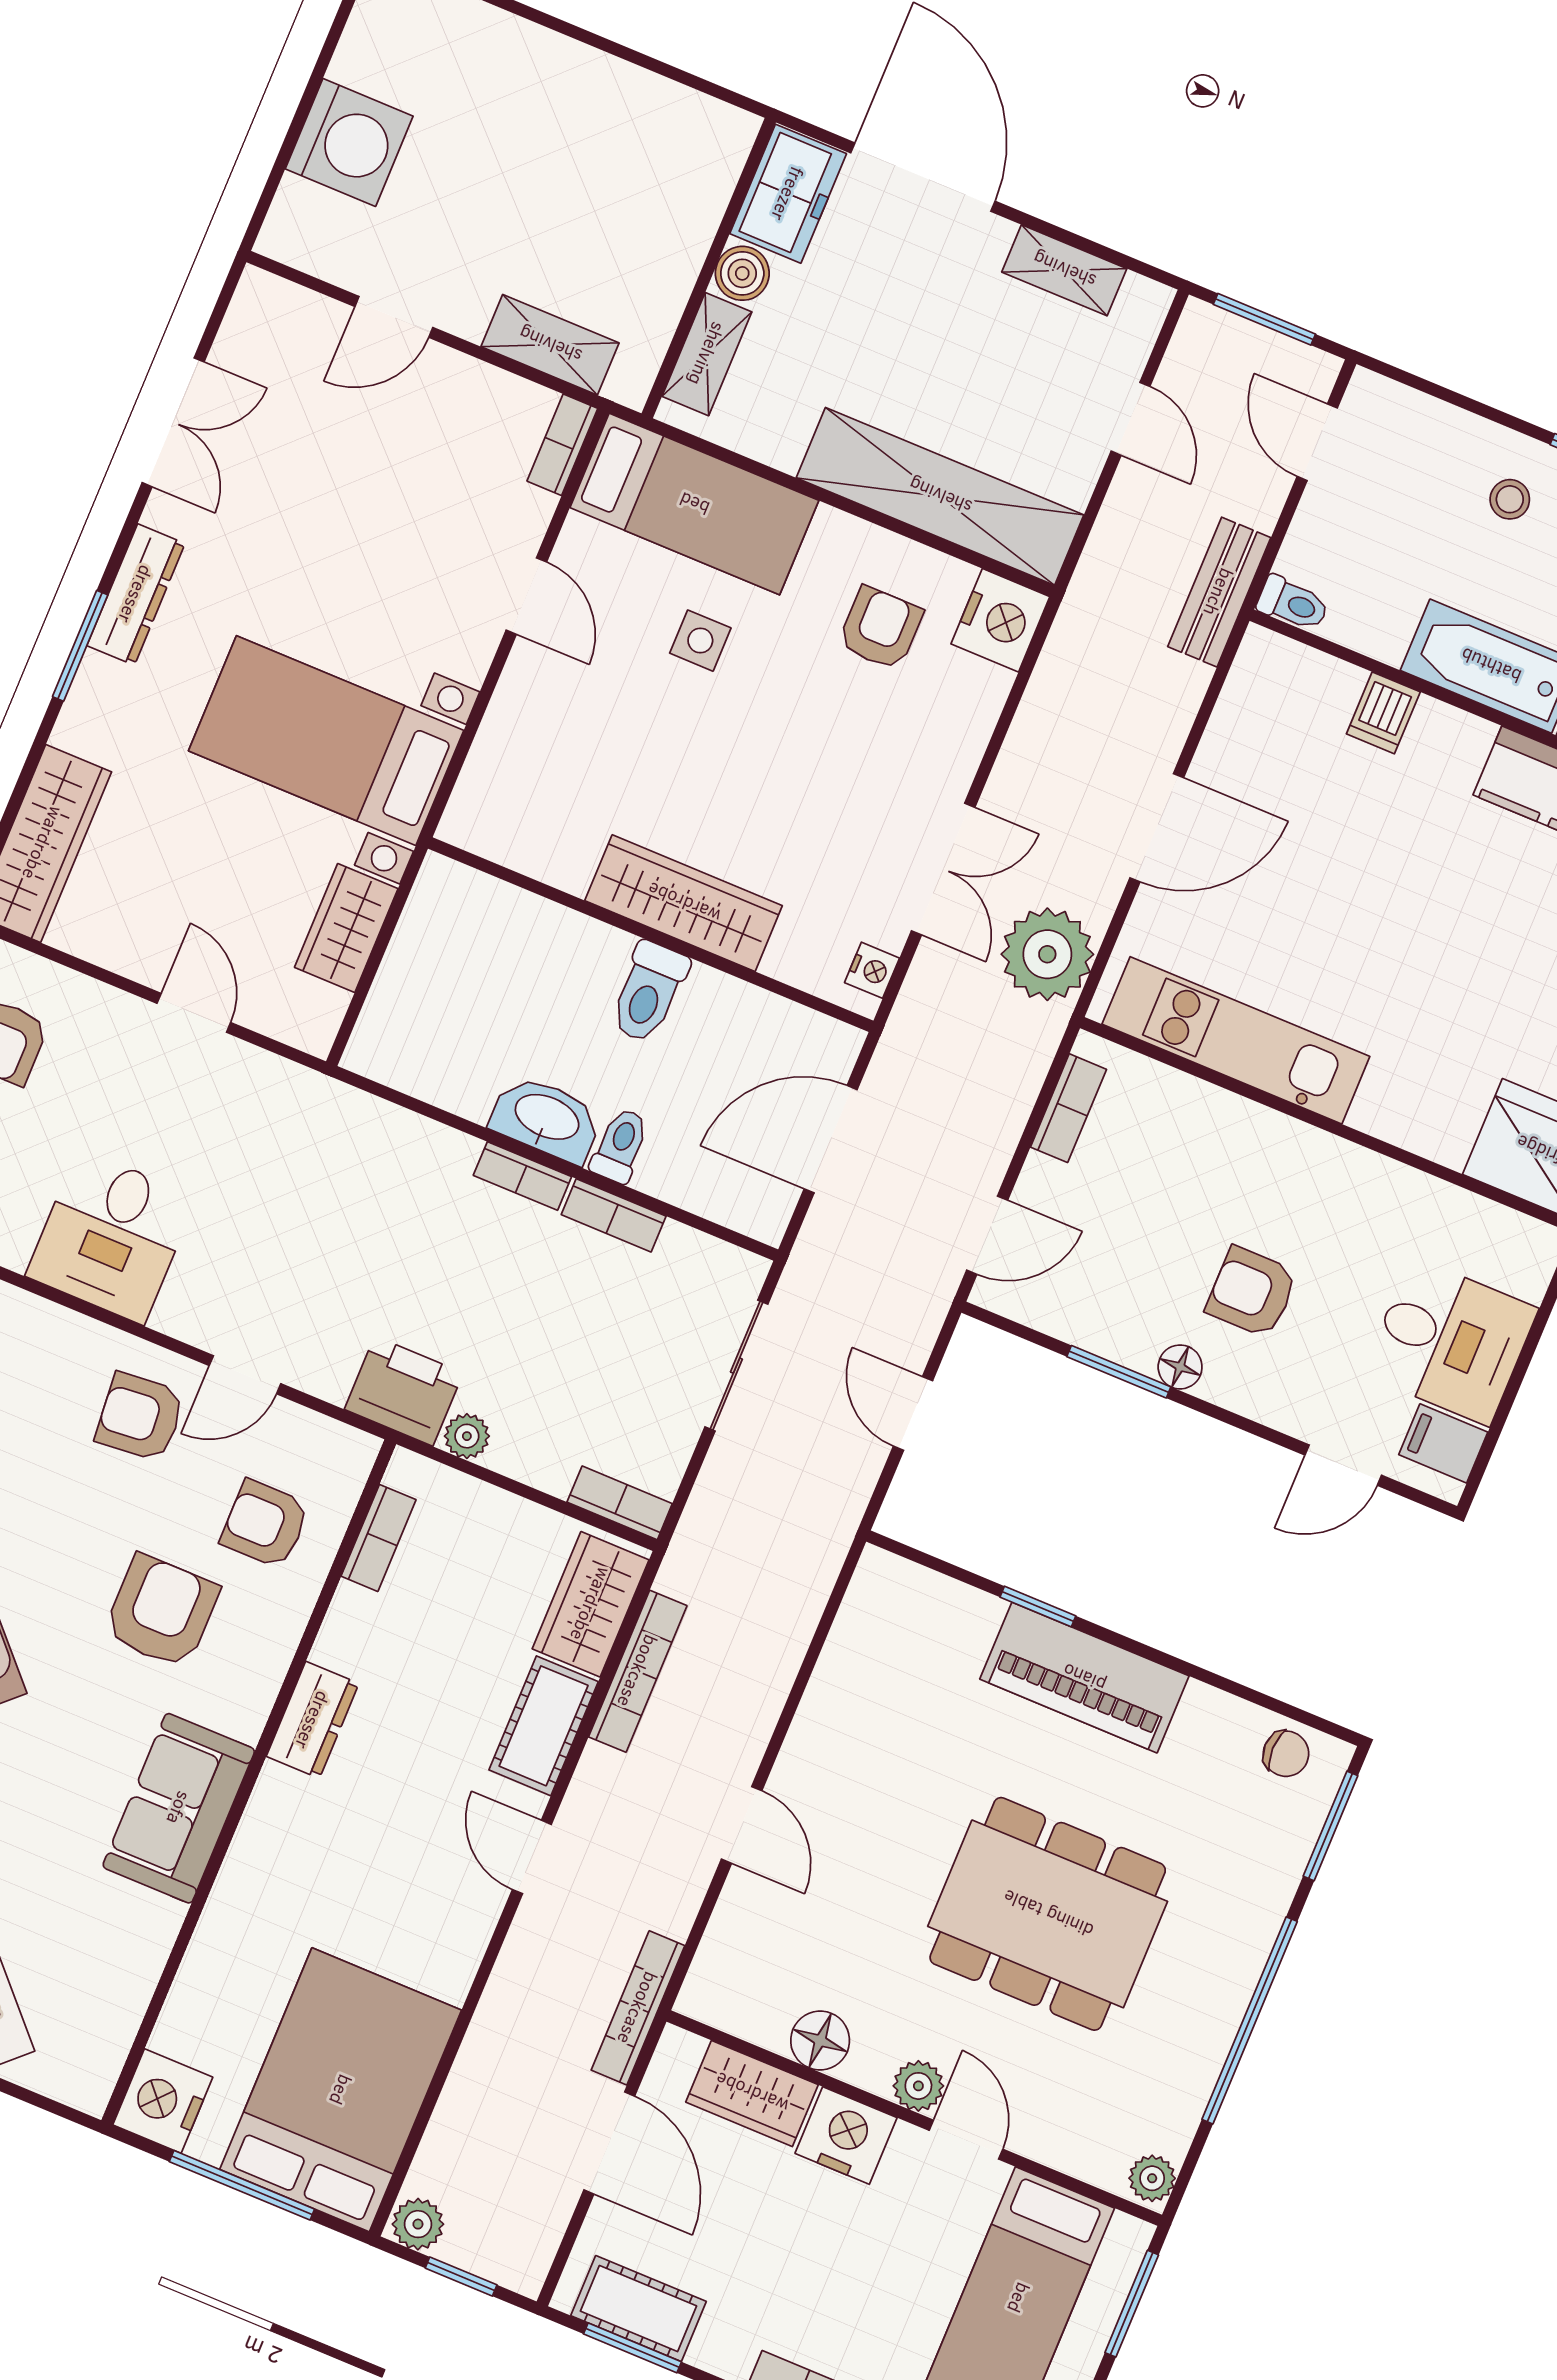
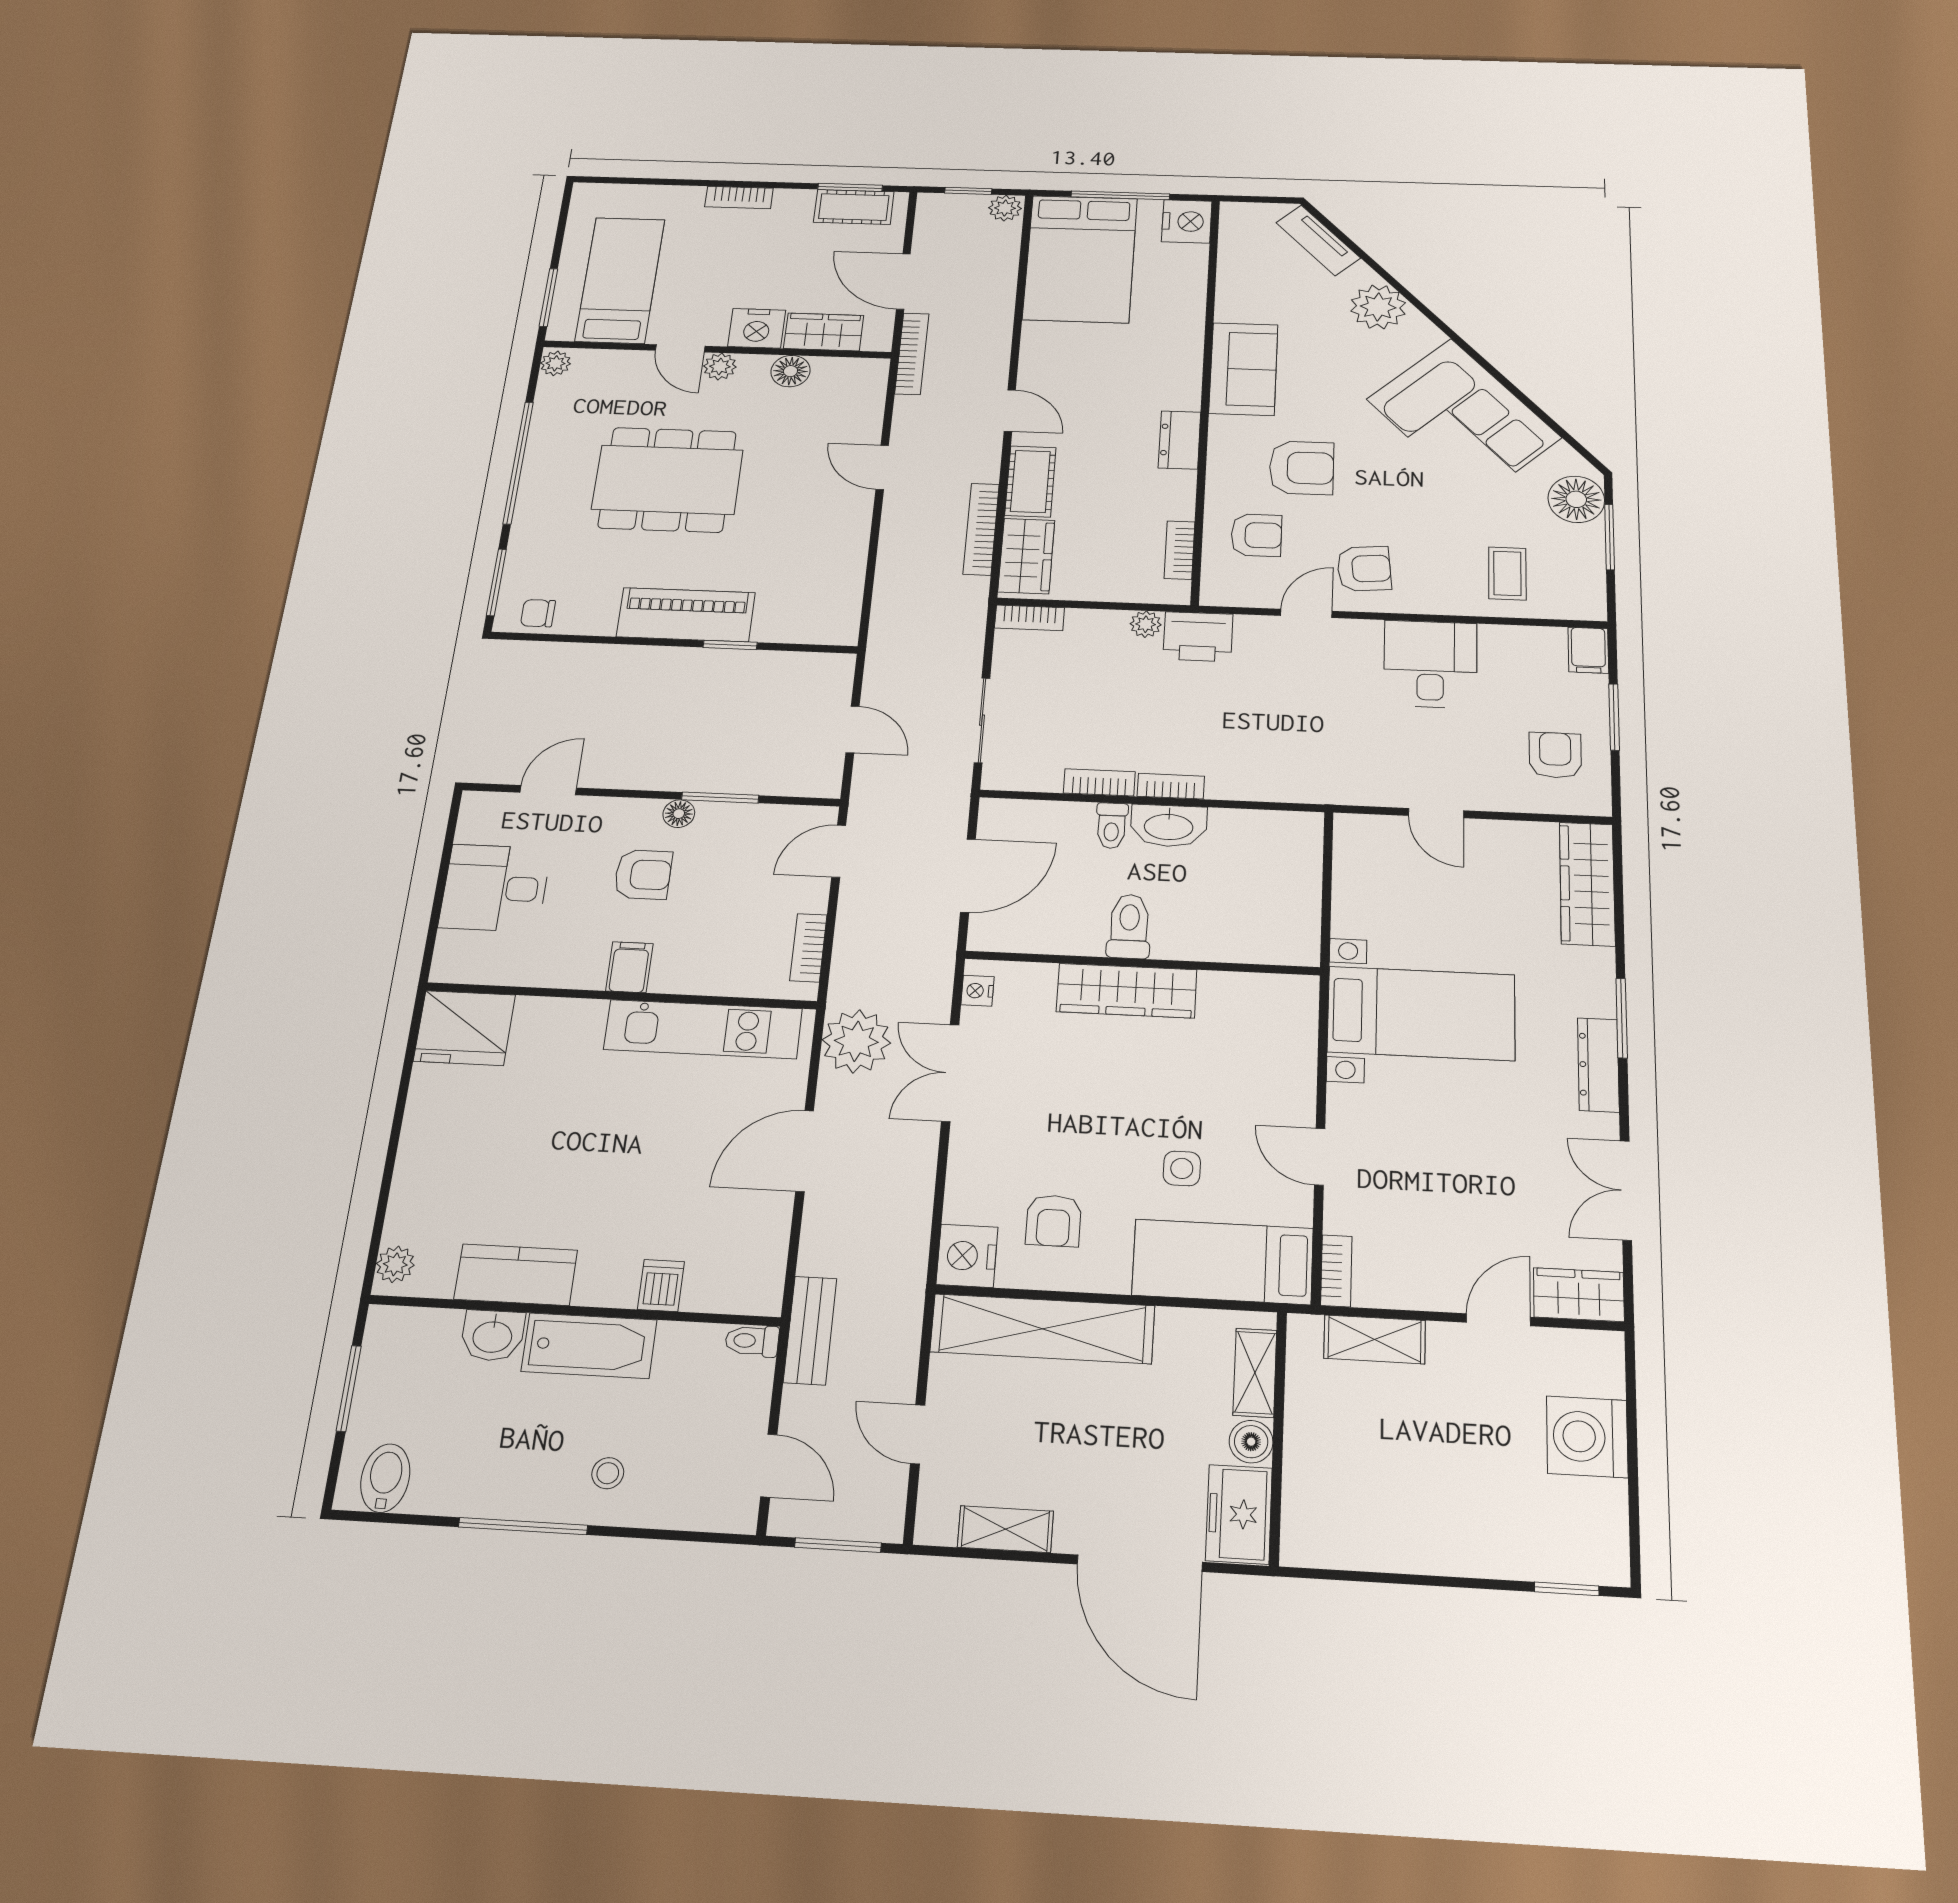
wardrobe: (346, 928) -> (1579, 1295), moved, turned -90
filing cabinet: (1443, 1443) -> (629, 967), moved, turned -90
armchair: (161, 1611) -> (1302, 468), turned -90

